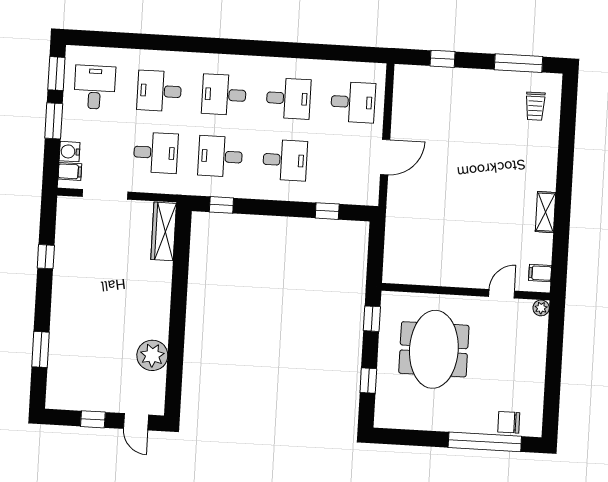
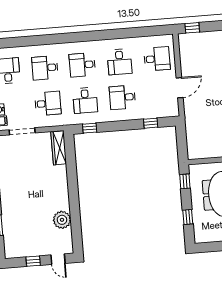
window: (443, 59) -> (192, 28), moved
desk: (289, 98) -> (120, 62), turned 90
desk: (220, 156) -> (85, 100), turned -90
desk: (285, 160) -> (122, 97), turned 180

